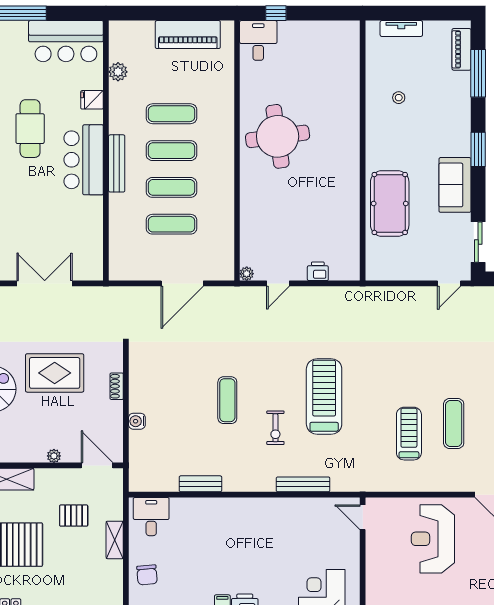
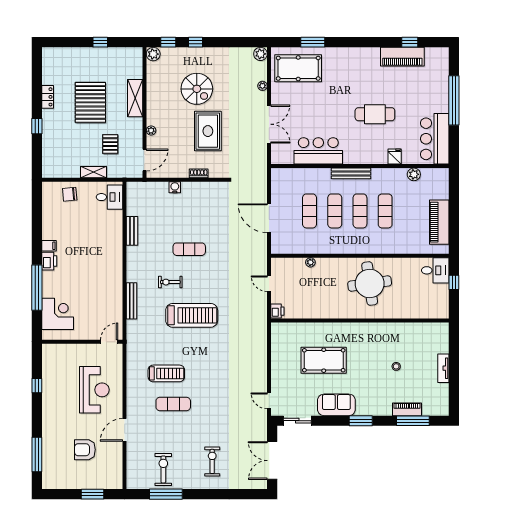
piano: (462, 49) -> (407, 409), moved
wall: (363, 151) -> (360, 321), moved
bar counter: (84, 160) -> (318, 151), moved
plant: (247, 274) -> (310, 262), moved
reception desk: (433, 539) -> (94, 390), turned 90

